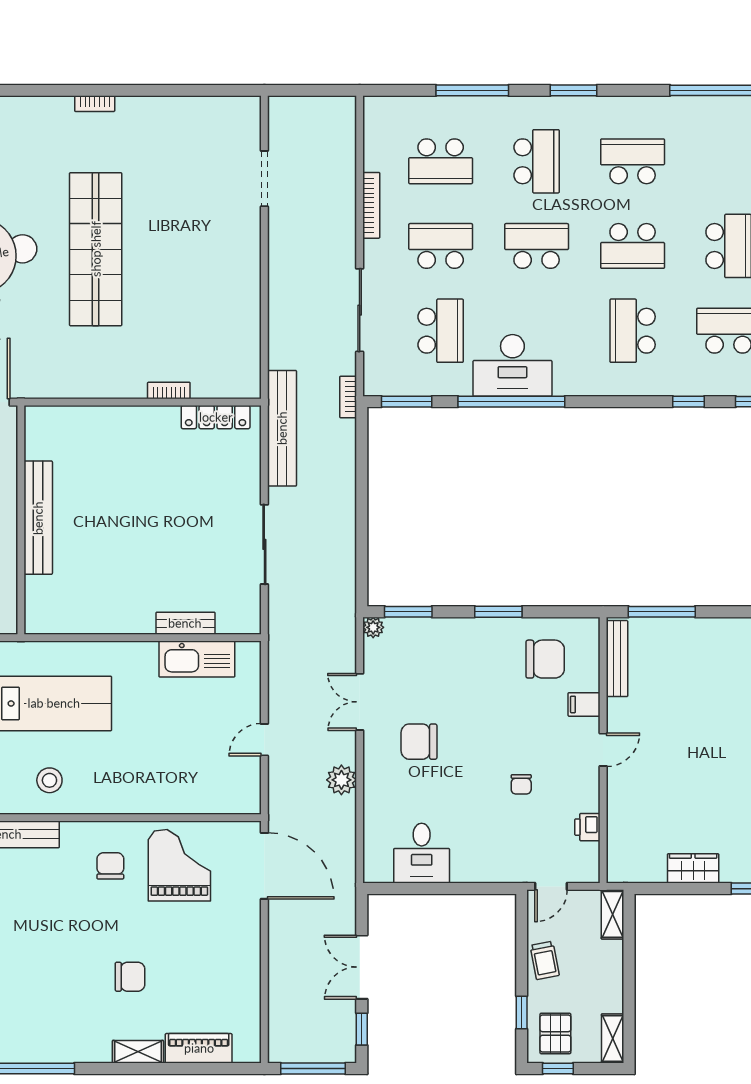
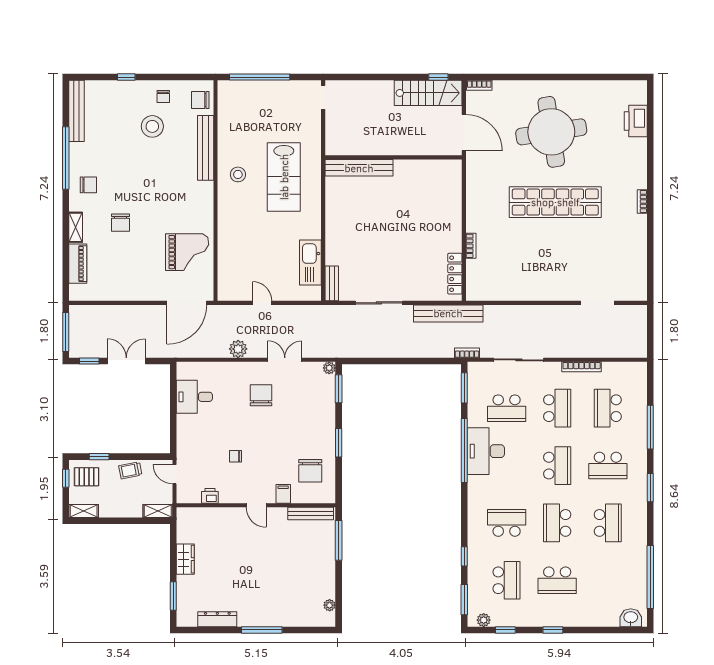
bench: (38, 518) -> (359, 168), moved
bench: (185, 623) -> (332, 283), moved
chair: (110, 866) -> (88, 185), moved

